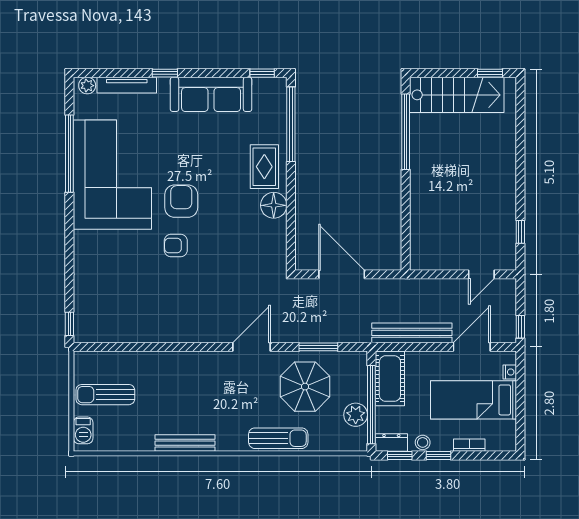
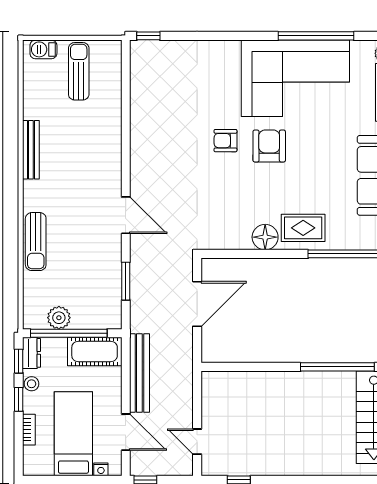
armchair: (181, 201) -> (269, 146), turned -90
armchair: (176, 246) -> (225, 141), turned -90
parasol: (305, 387) -> (87, 268), removed

